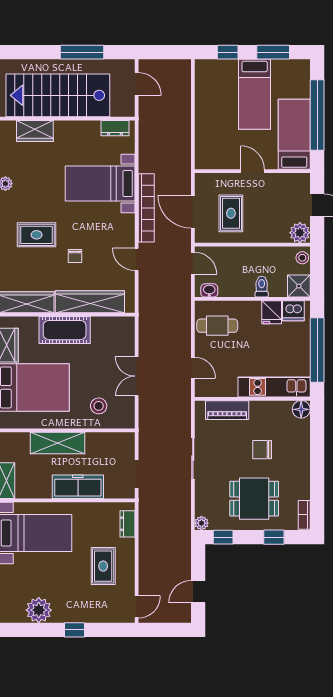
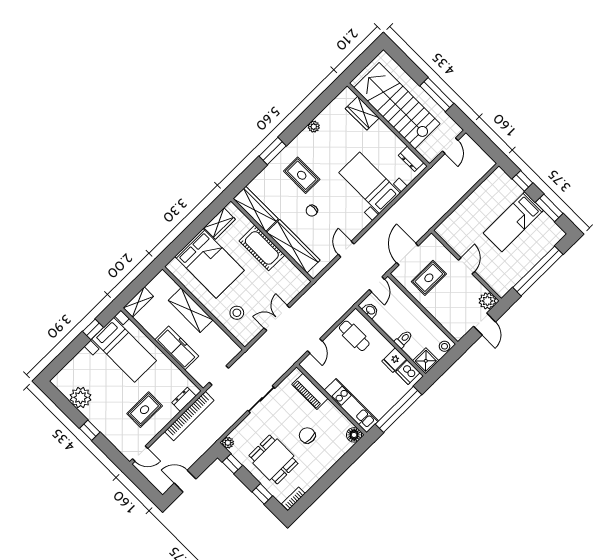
bed: (294, 134) -> (513, 269), removed
bookcase: (146, 208) -> (189, 416), moved
plant: (300, 233) -> (487, 301), moved

